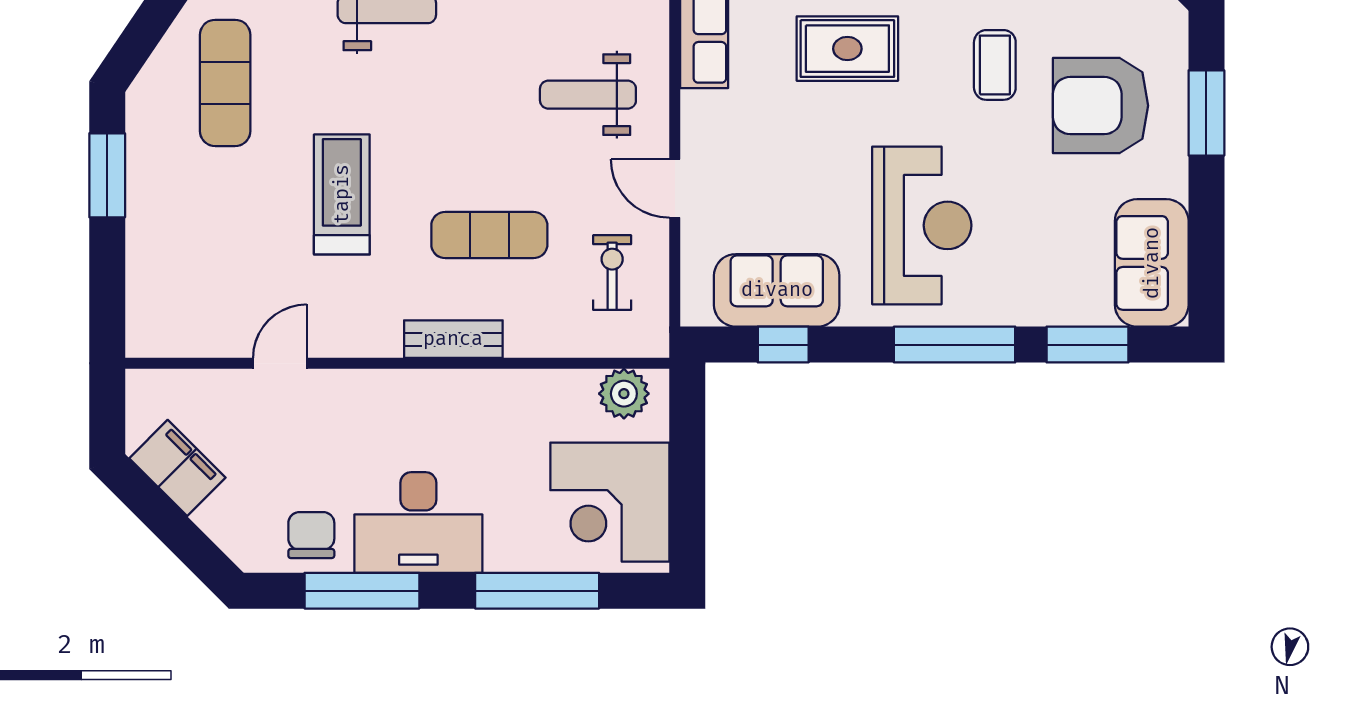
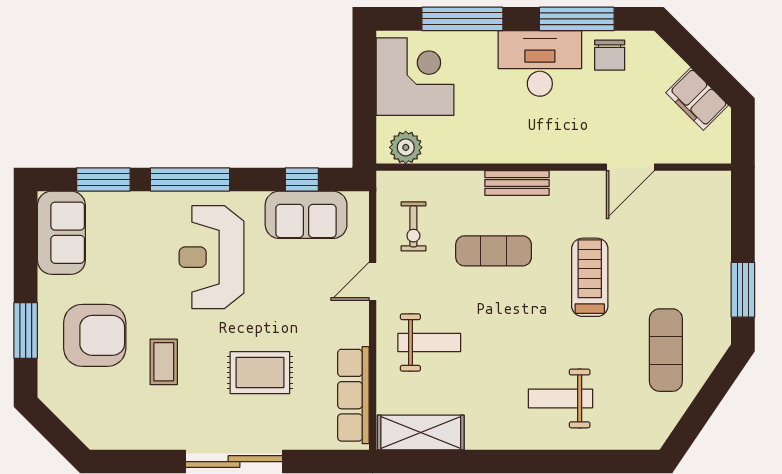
door: (675, 188) -> (373, 281), swing flipped
treadmill: (342, 194) -> (590, 277), turned 180
door: (280, 363) -> (630, 167), width x1.38

